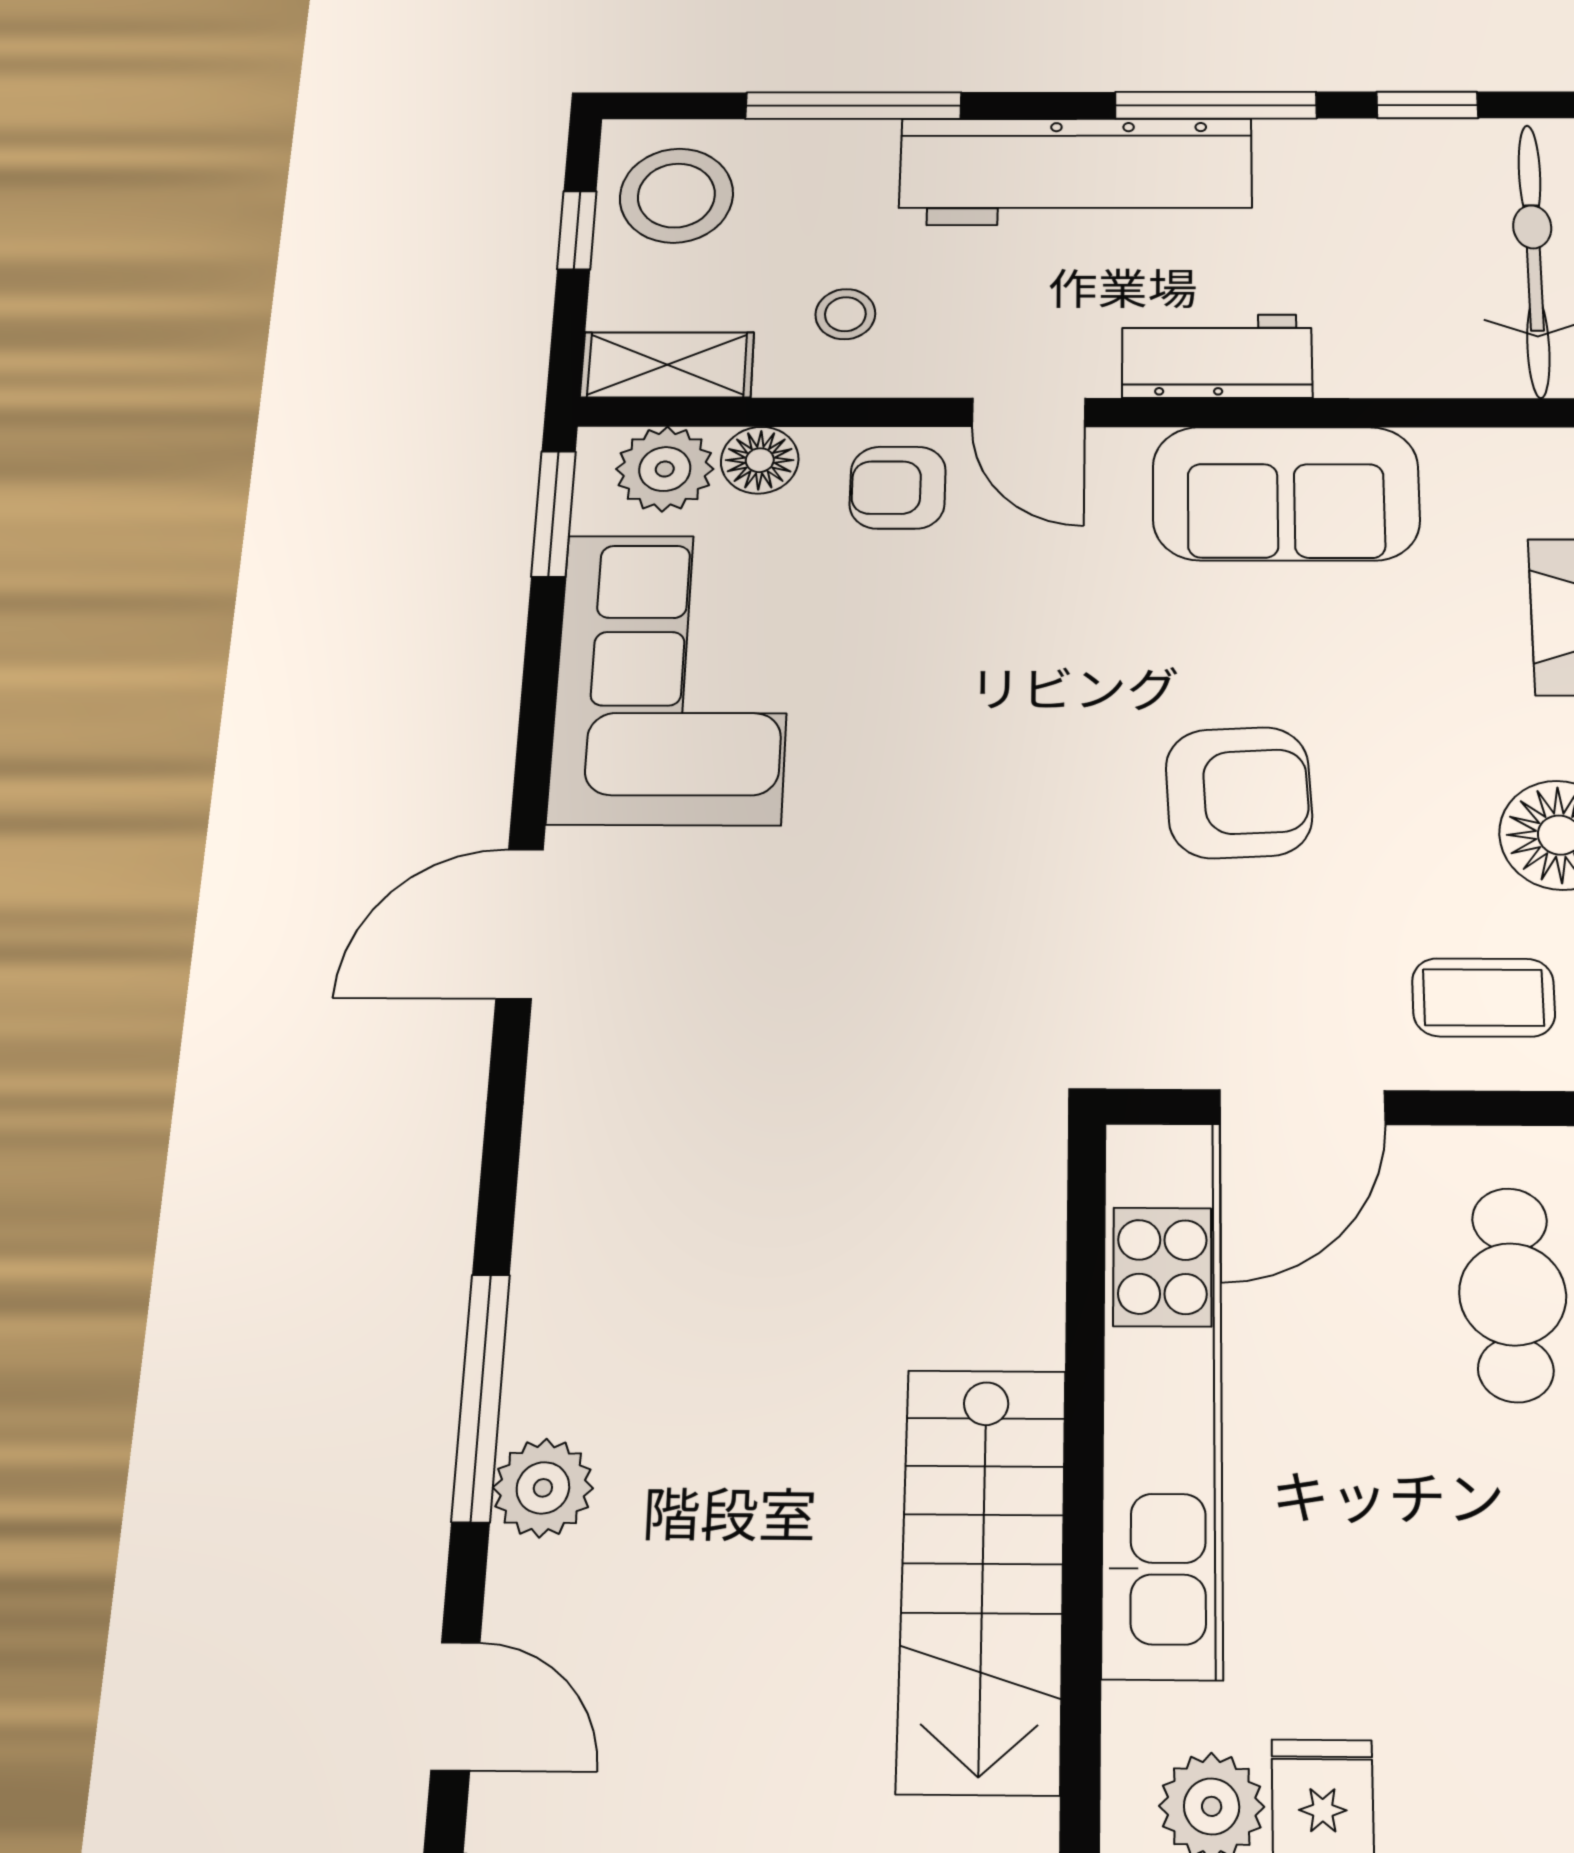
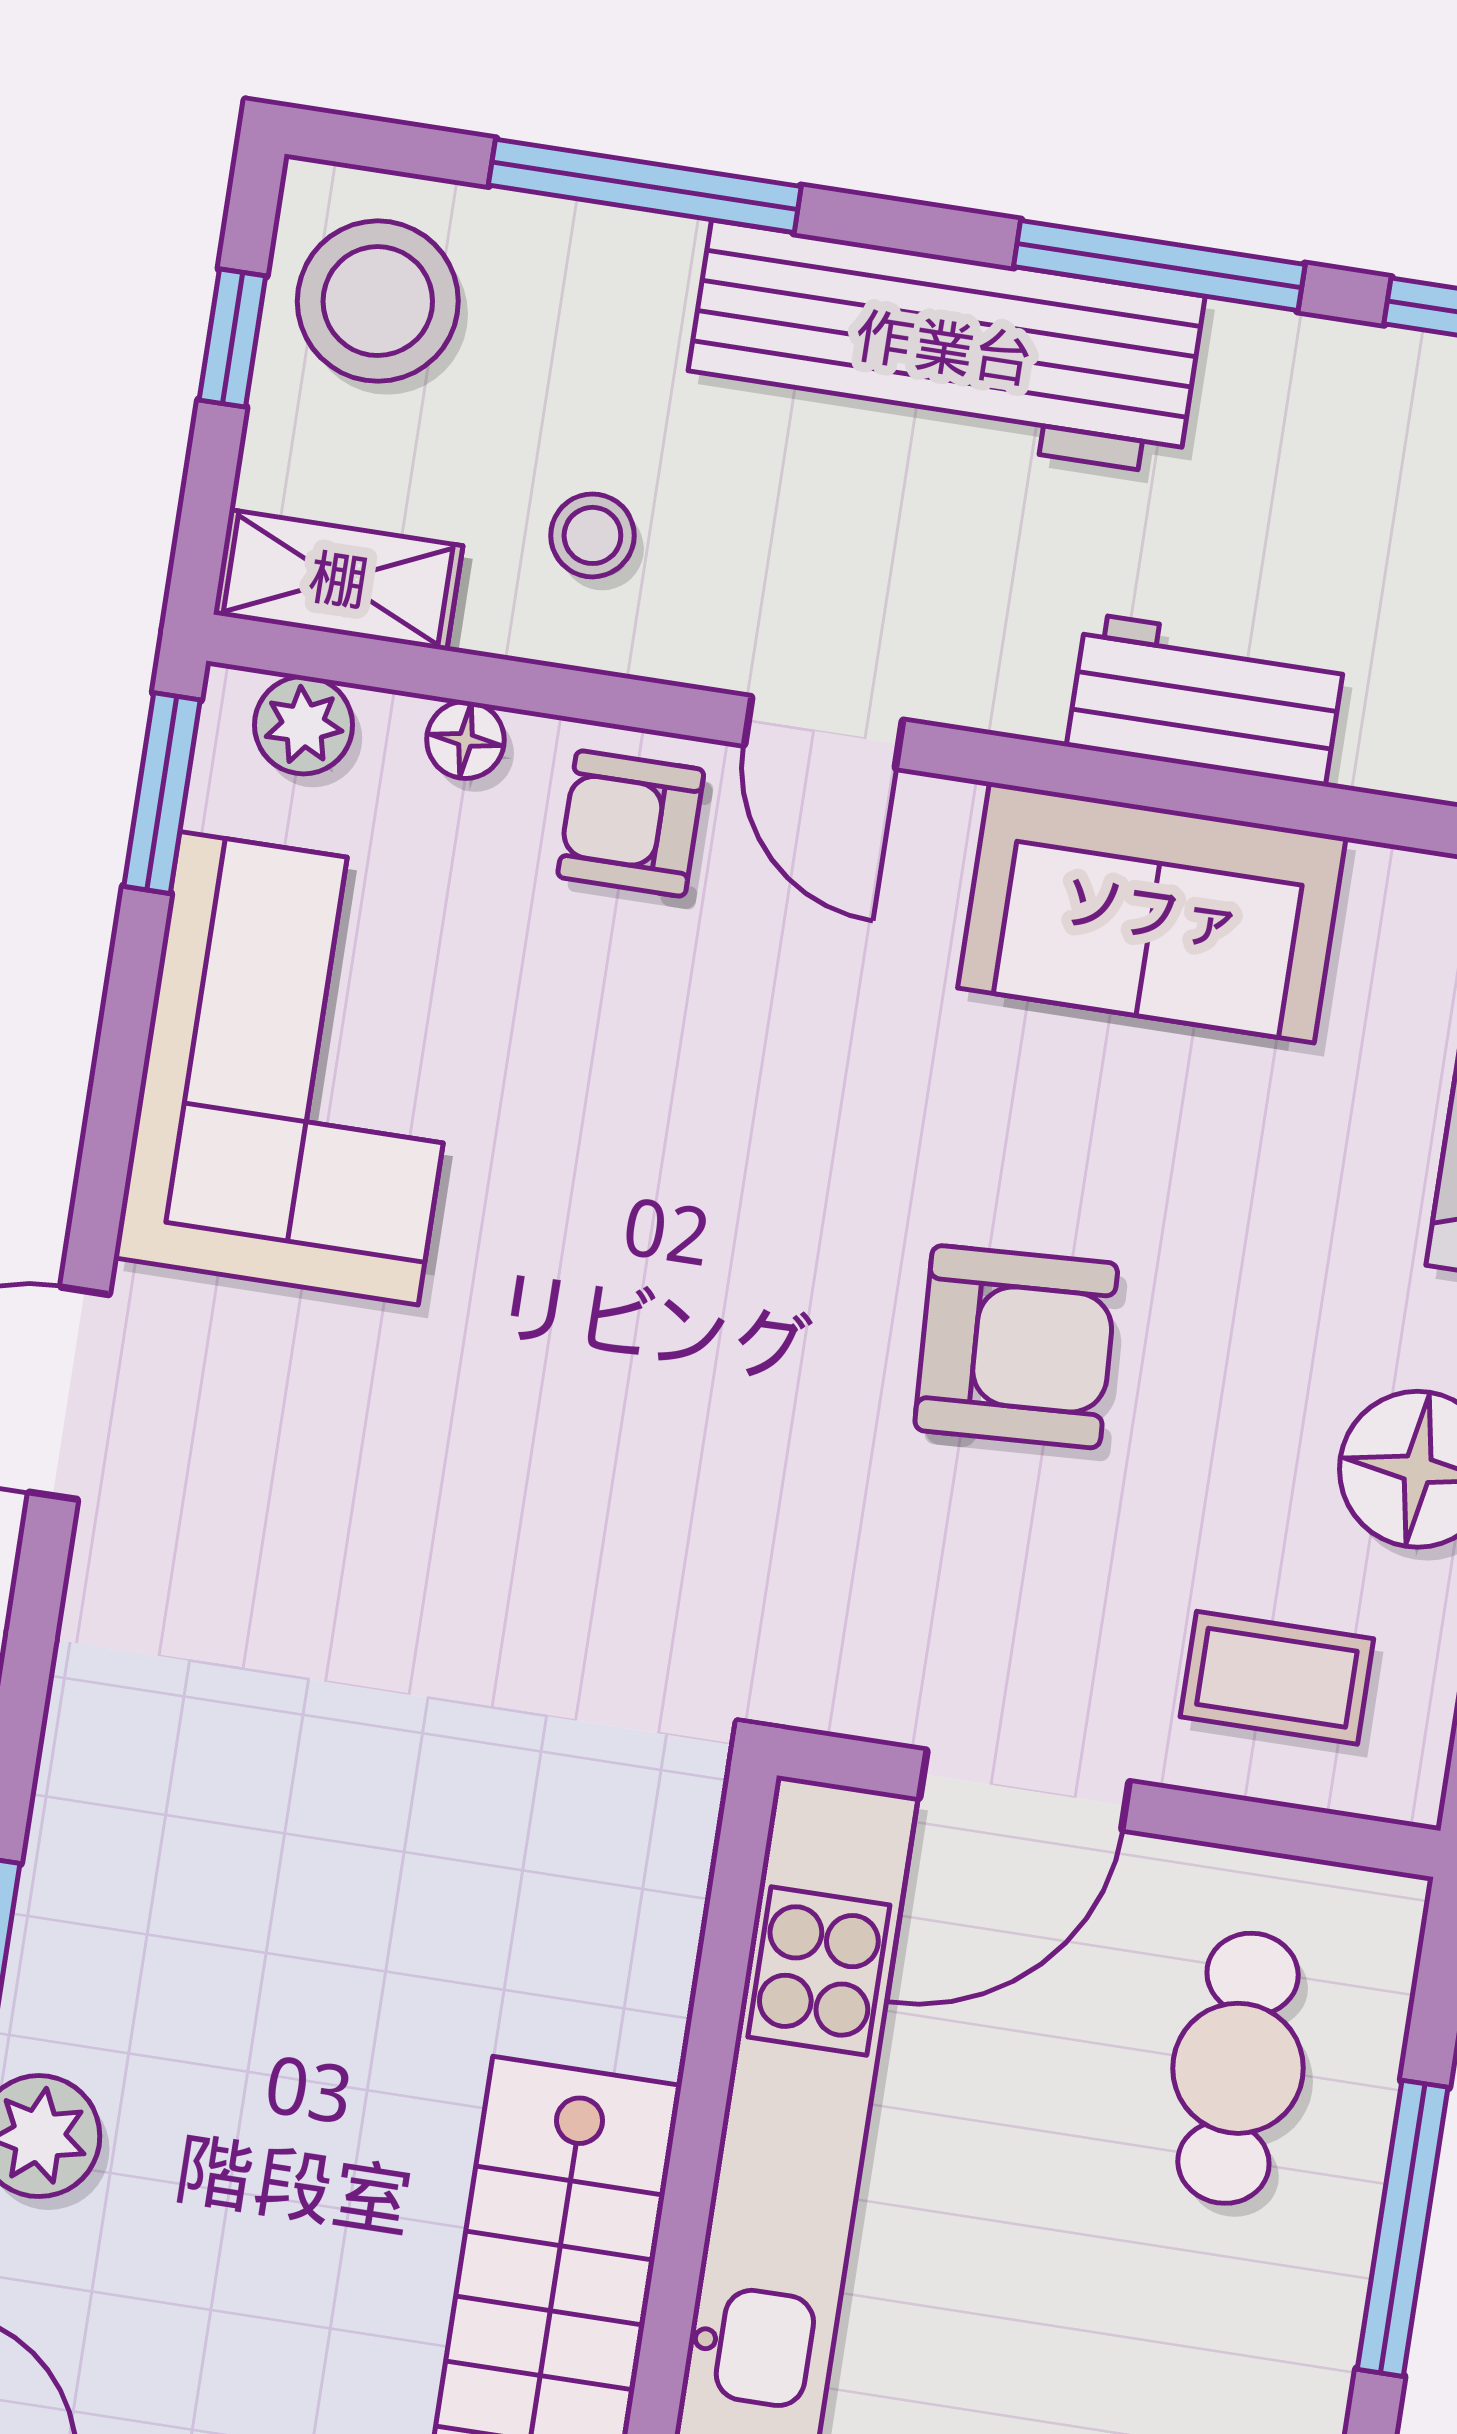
workbench: (1217, 356) -> (1206, 700), moved
floor lamp: (760, 460) -> (465, 740), width x0.73, depth x0.73
plant: (665, 469) -> (303, 725), width x0.73, depth x0.73

